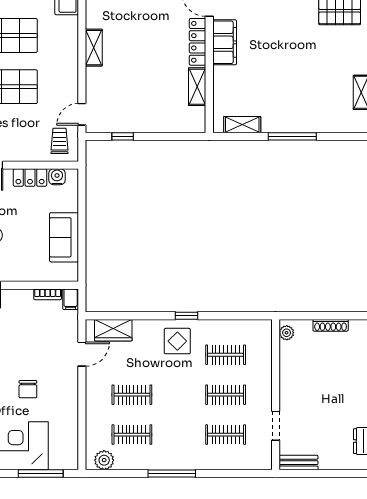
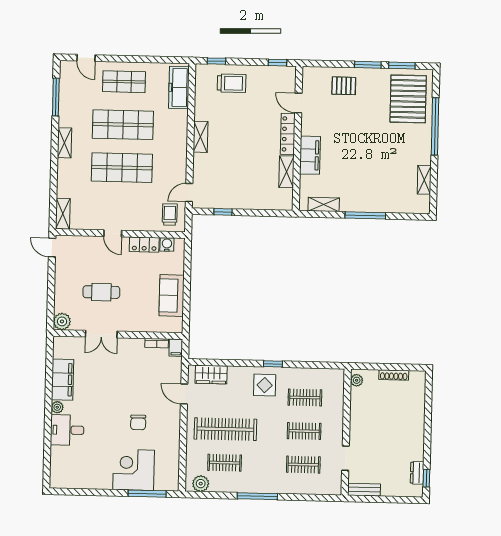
filing cabinet: (225, 42) -> (310, 155), moved
door: (82, 354) -> (184, 394), swing flipped
clothes rail: (132, 395) -> (225, 429), width x1.86, depth x1.31

